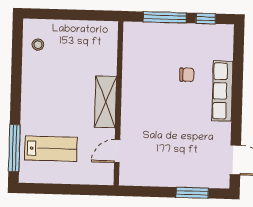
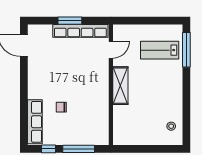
row of seats: (222, 91) -> (35, 122), moved
row of seats: (158, 178) -> (80, 31), added
window: (192, 193) -> (70, 21), moved

